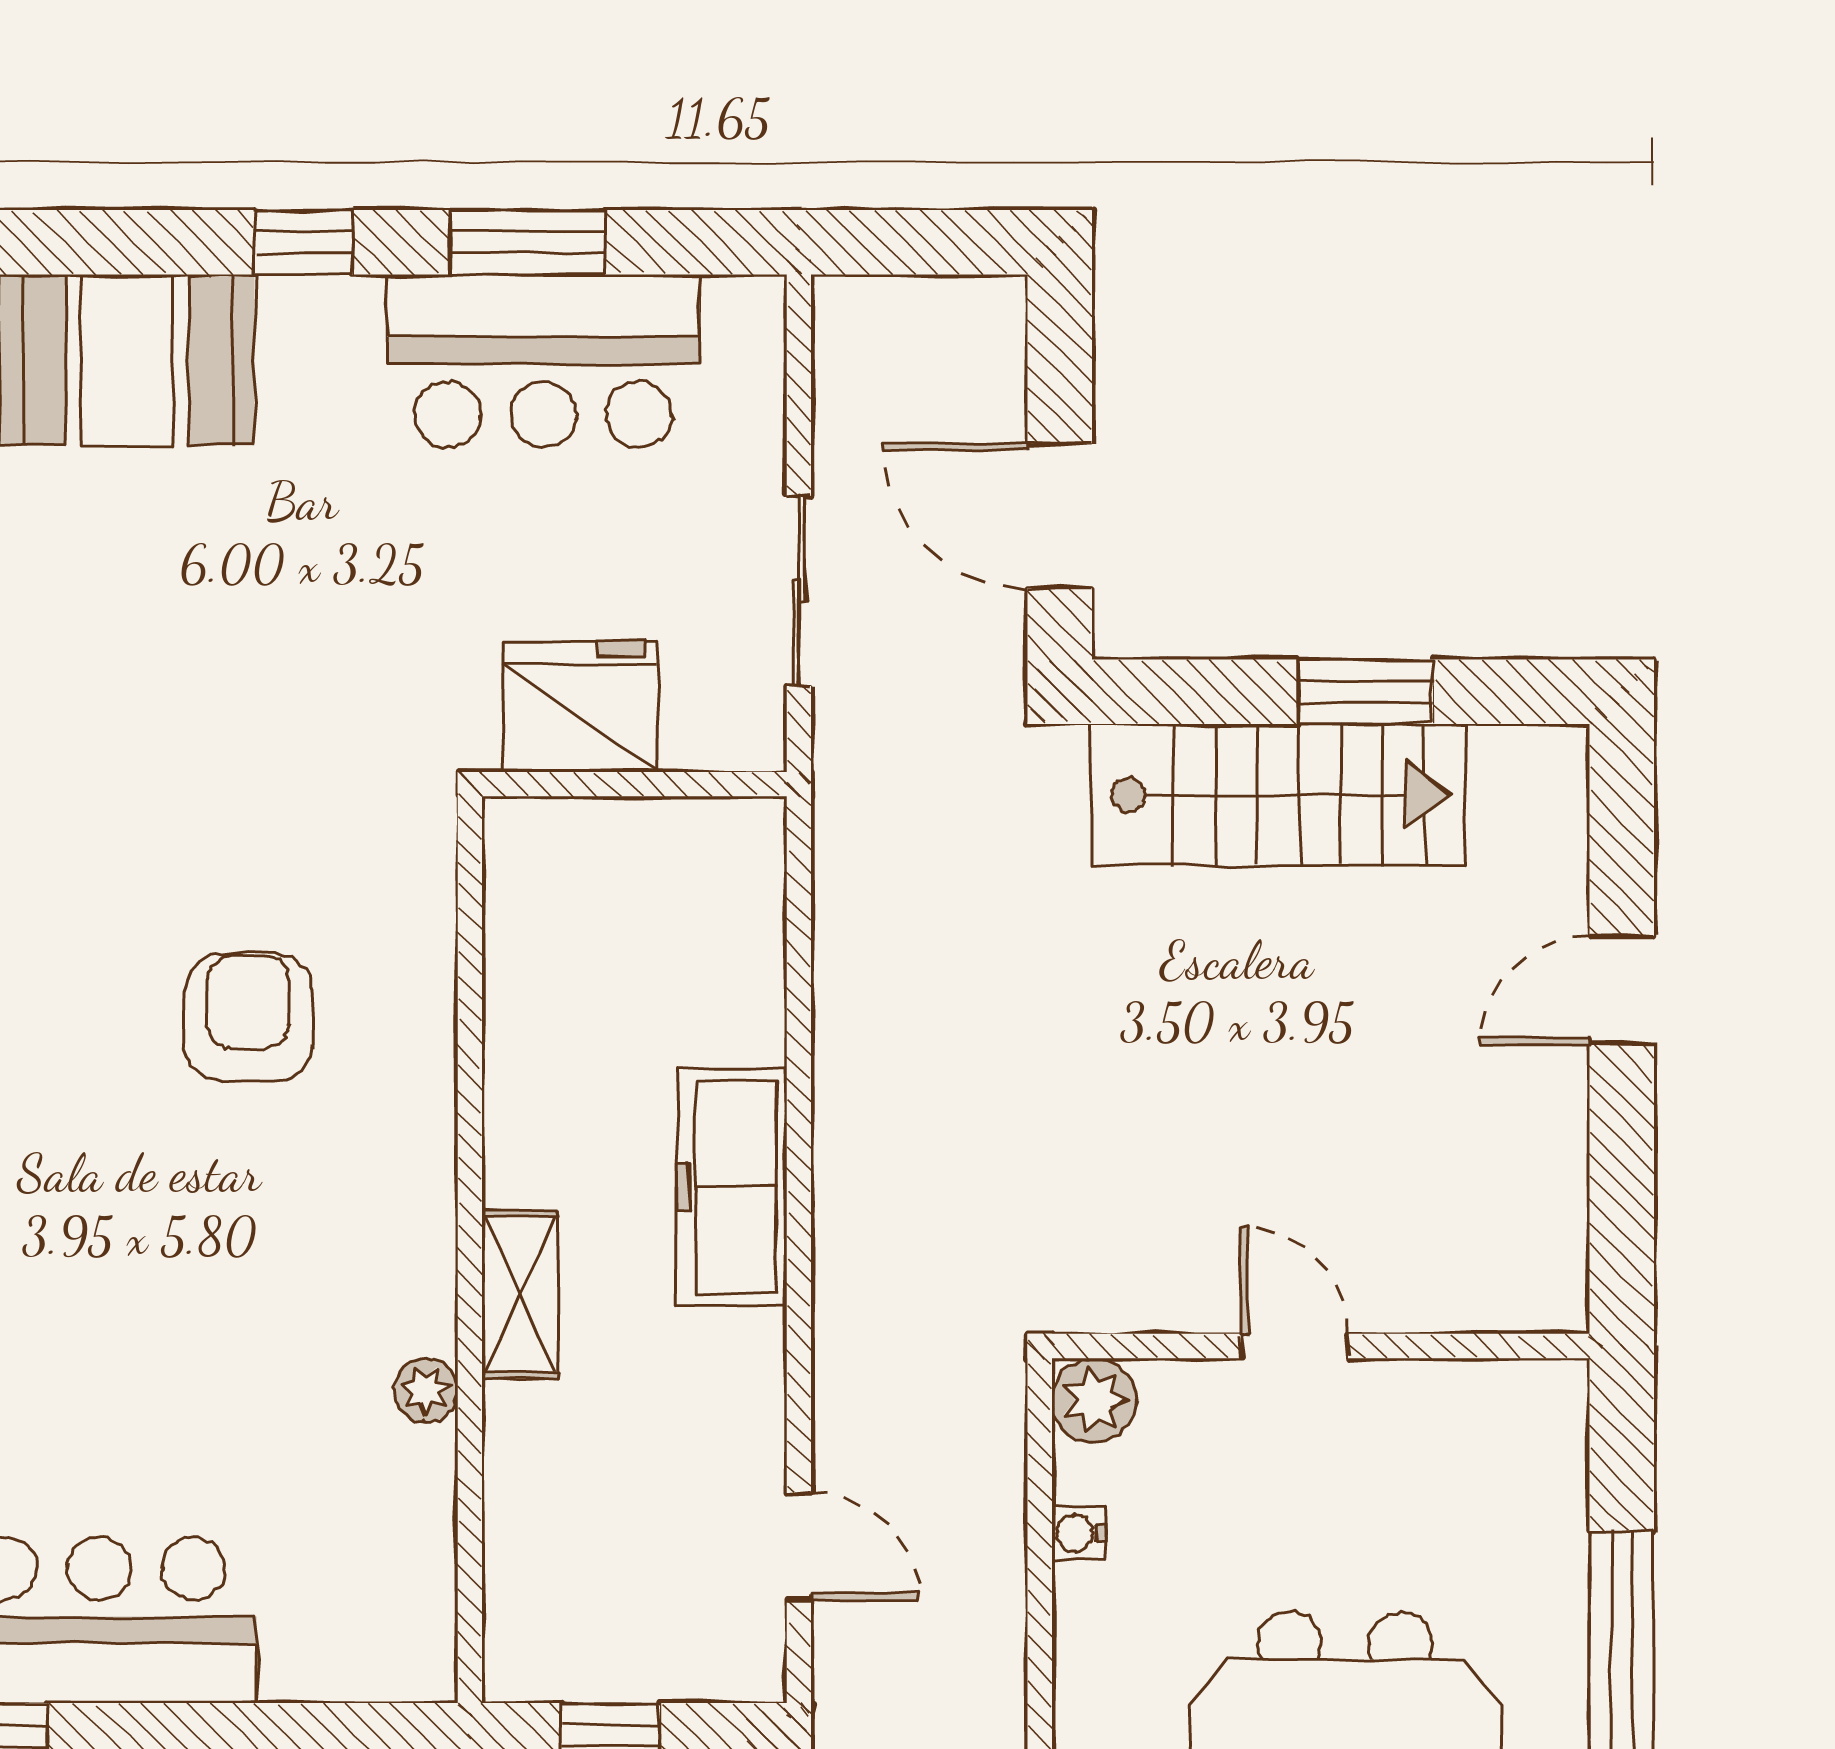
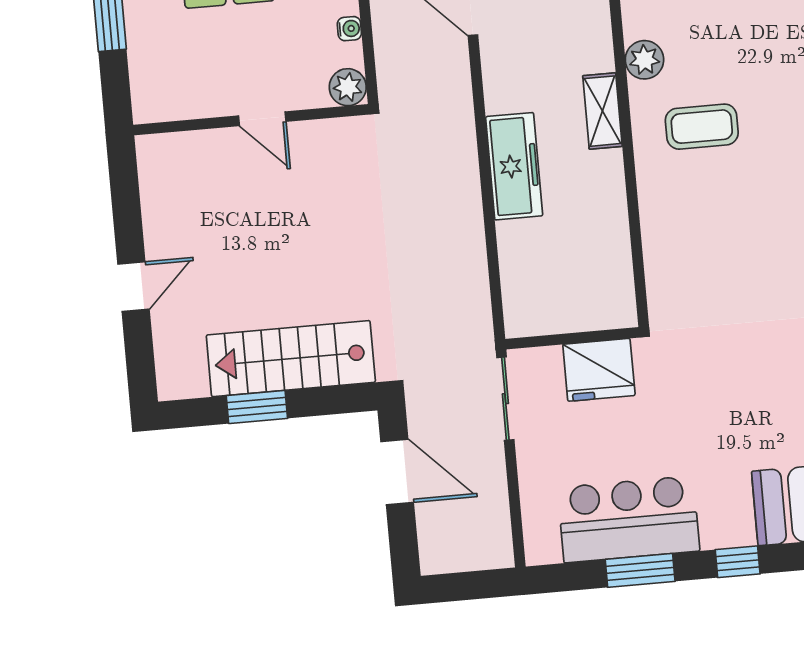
sliding door: (799, 591) -> (505, 399), moved
armchair: (248, 1018) -> (732, 221), removed
coffee table: (297, 1239) -> (702, 127), added
plant: (426, 1390) -> (644, 60), width x1.38, depth x1.38

